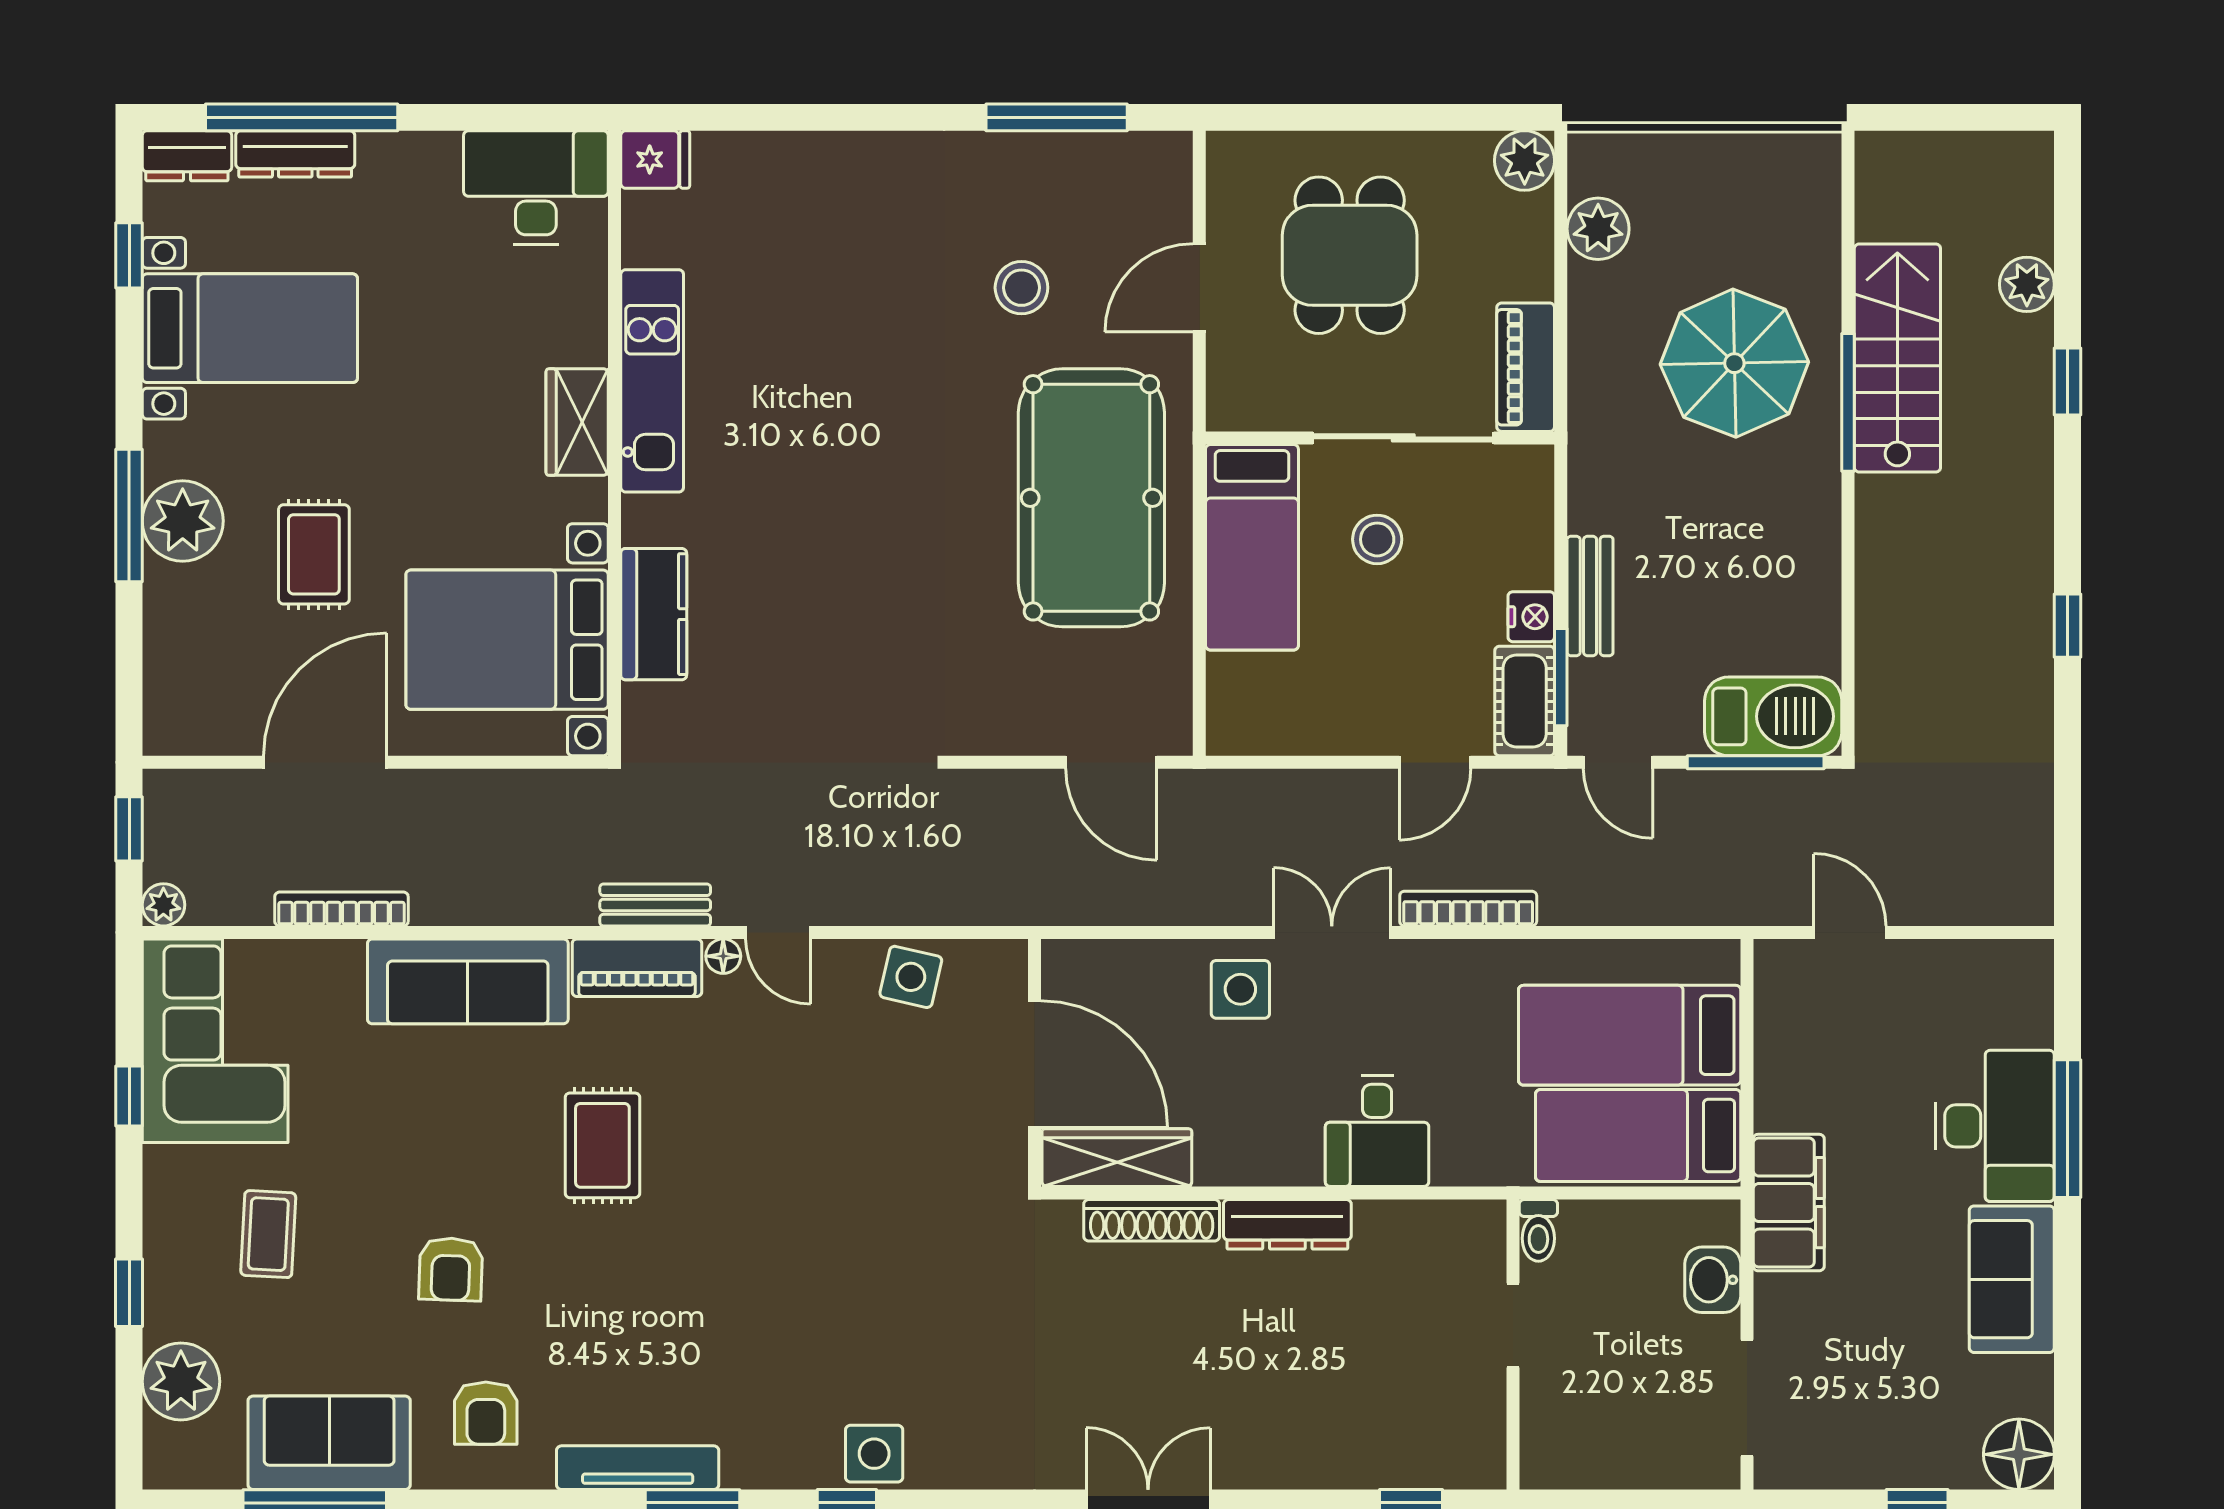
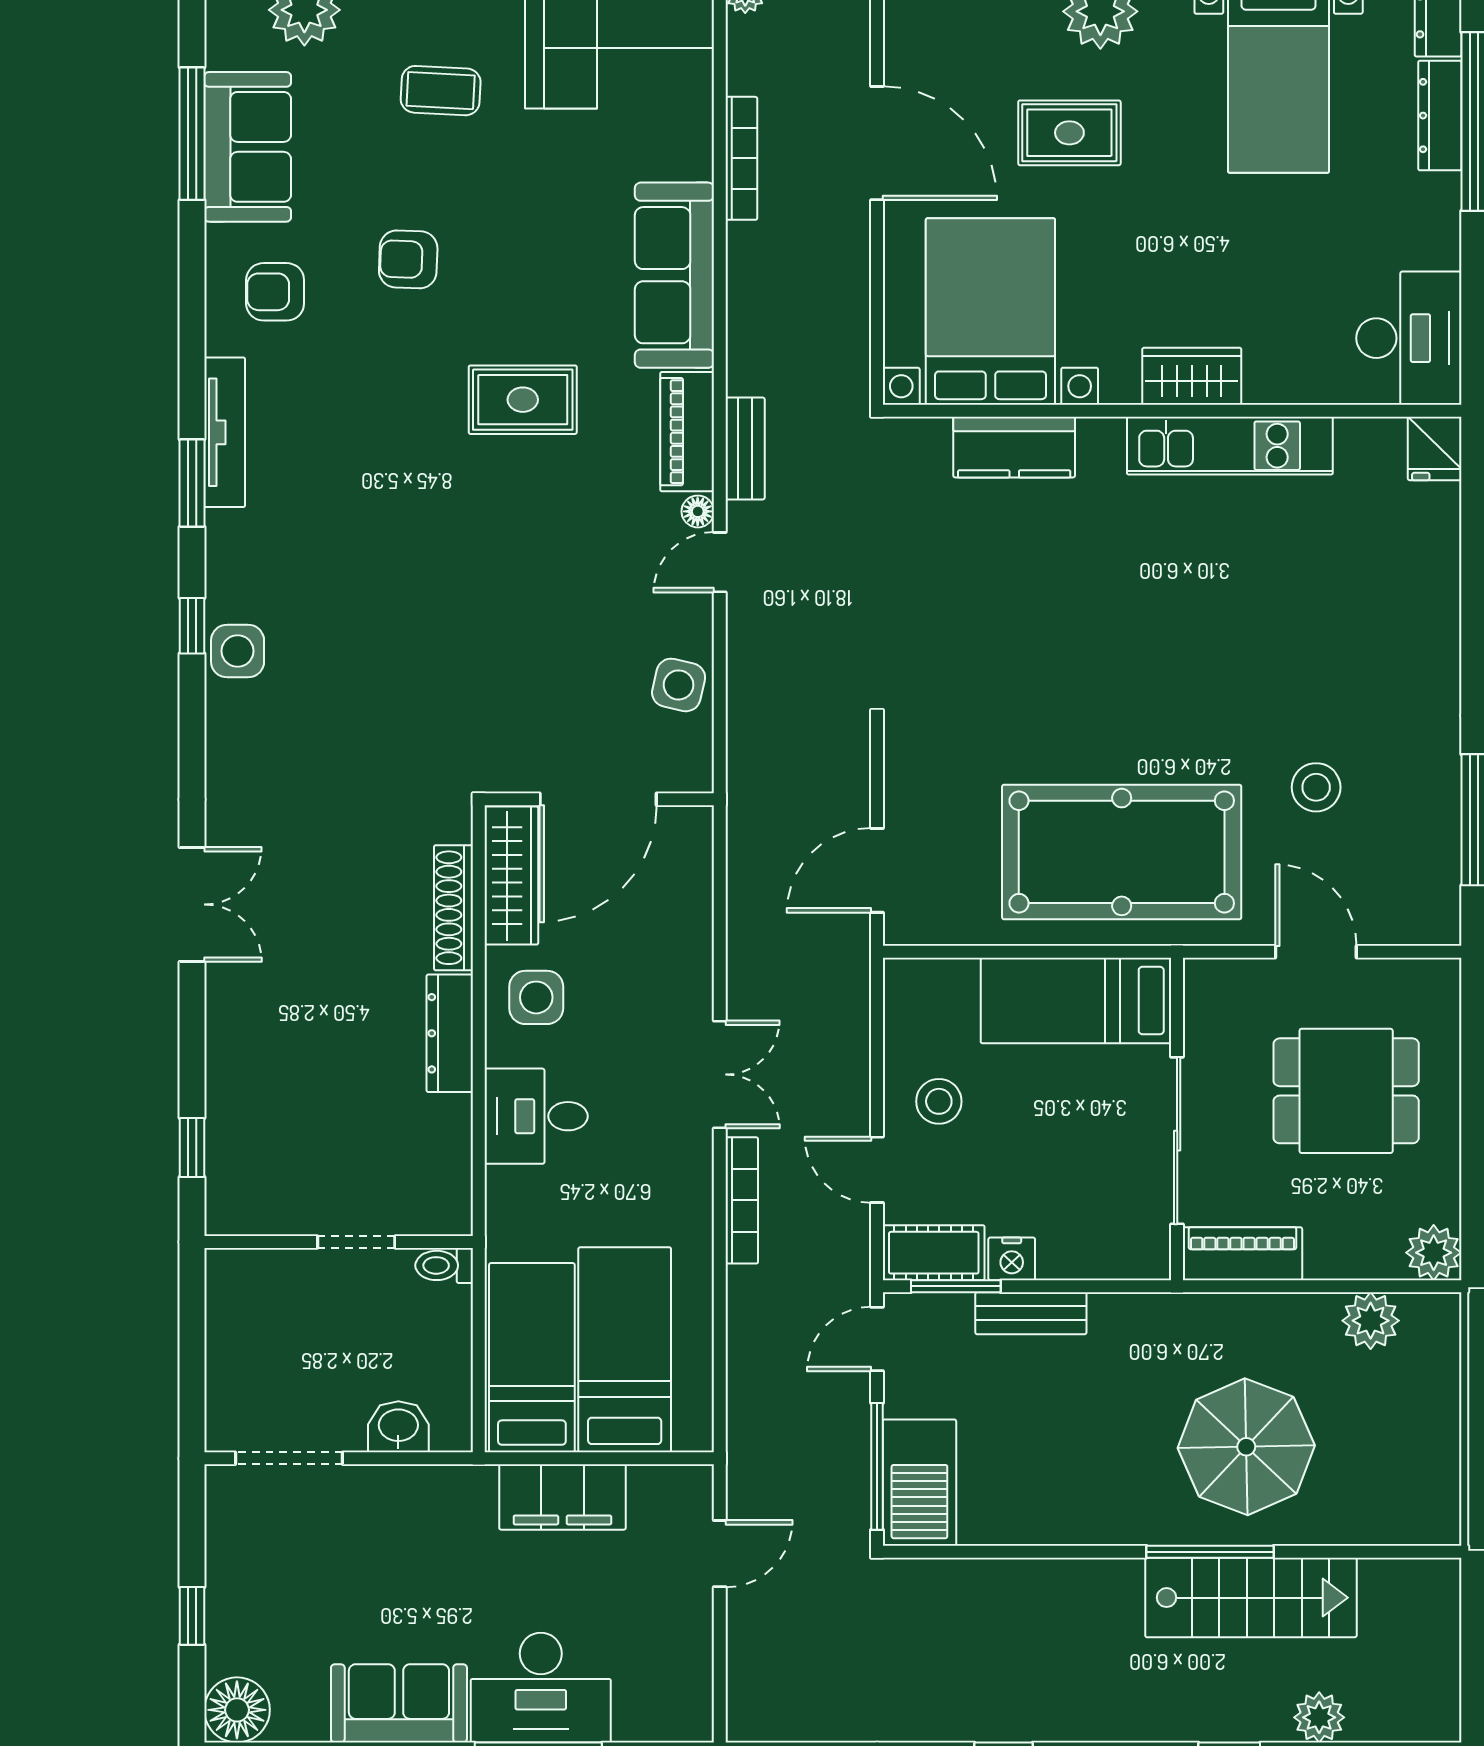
stool: (1377, 539) -> (939, 1101), moved
side table: (1240, 989) -> (536, 997), moved
filing cabinet: (1789, 1203) -> (562, 1497), moved

